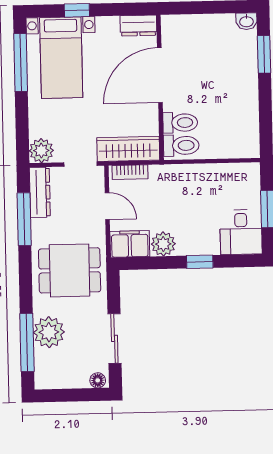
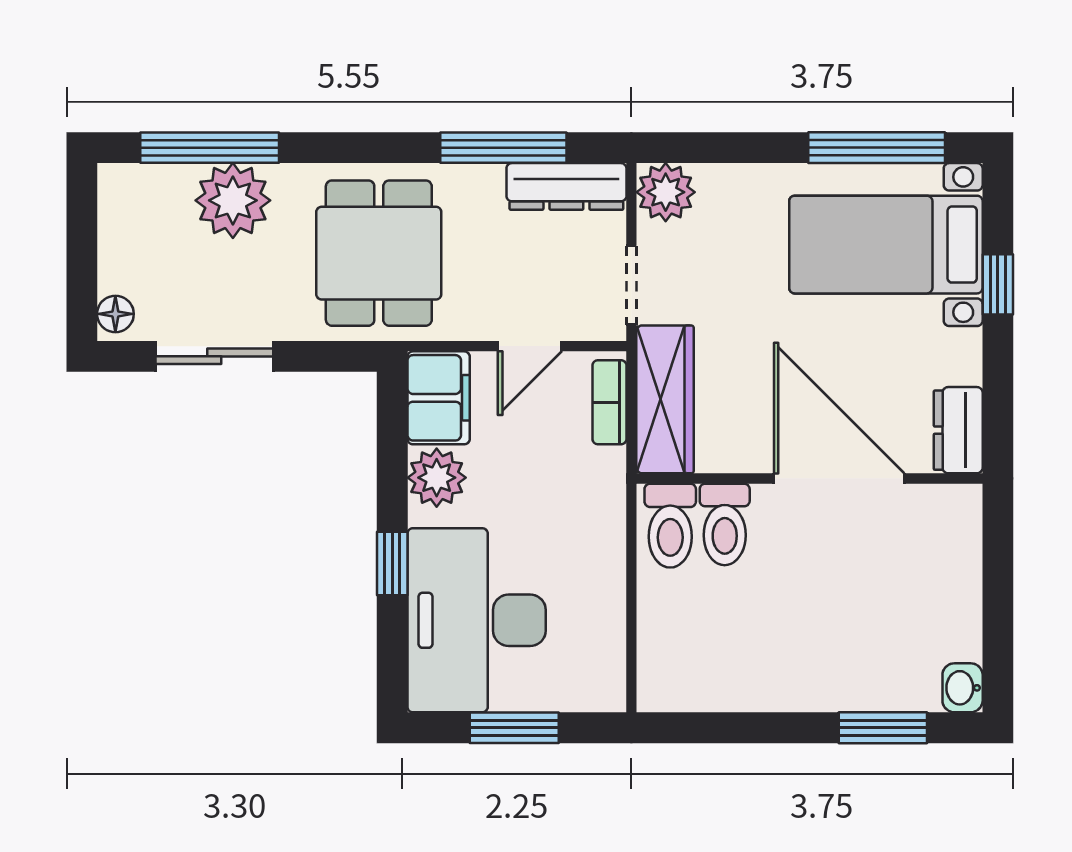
desk: (241, 232) -> (477, 620), width x1.87, depth x1.30

